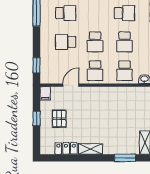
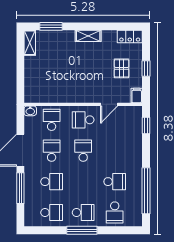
school desk: (66, 13) -> (115, 182), turned 180
school desk: (125, 13) -> (52, 182), turned 180
school desk: (66, 42) -> (115, 151), removed
school desk: (95, 71) -> (83, 120), turned -90
locker: (66, 148) -> (130, 36), moved

